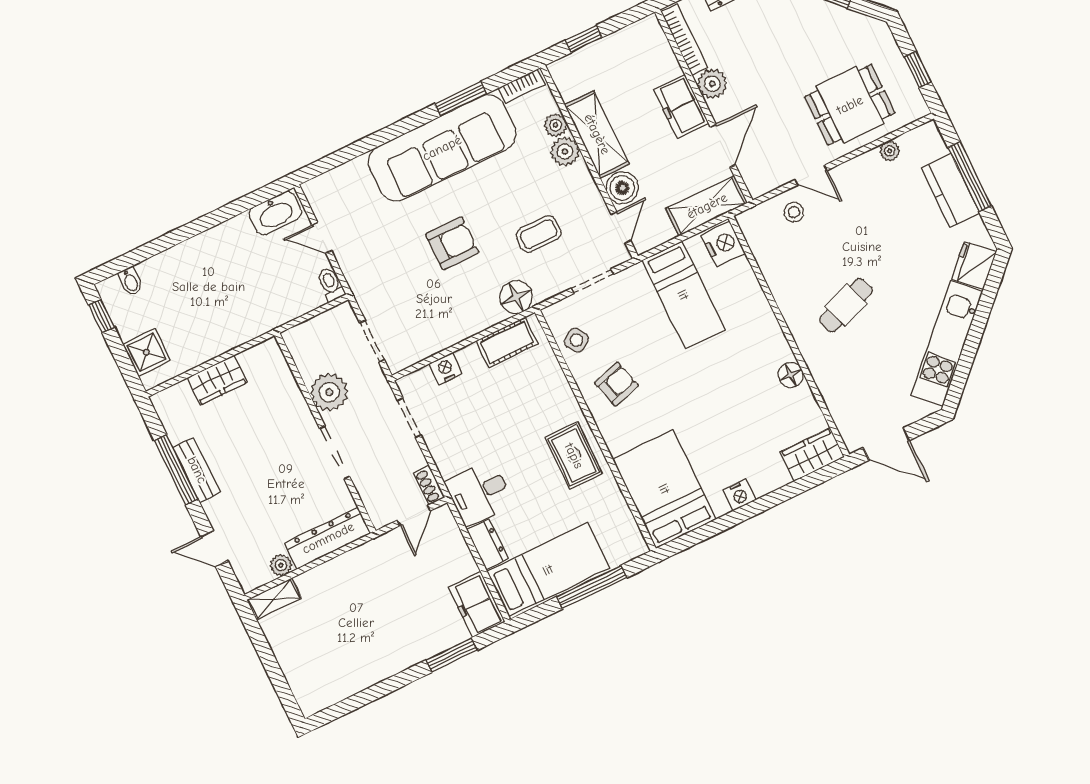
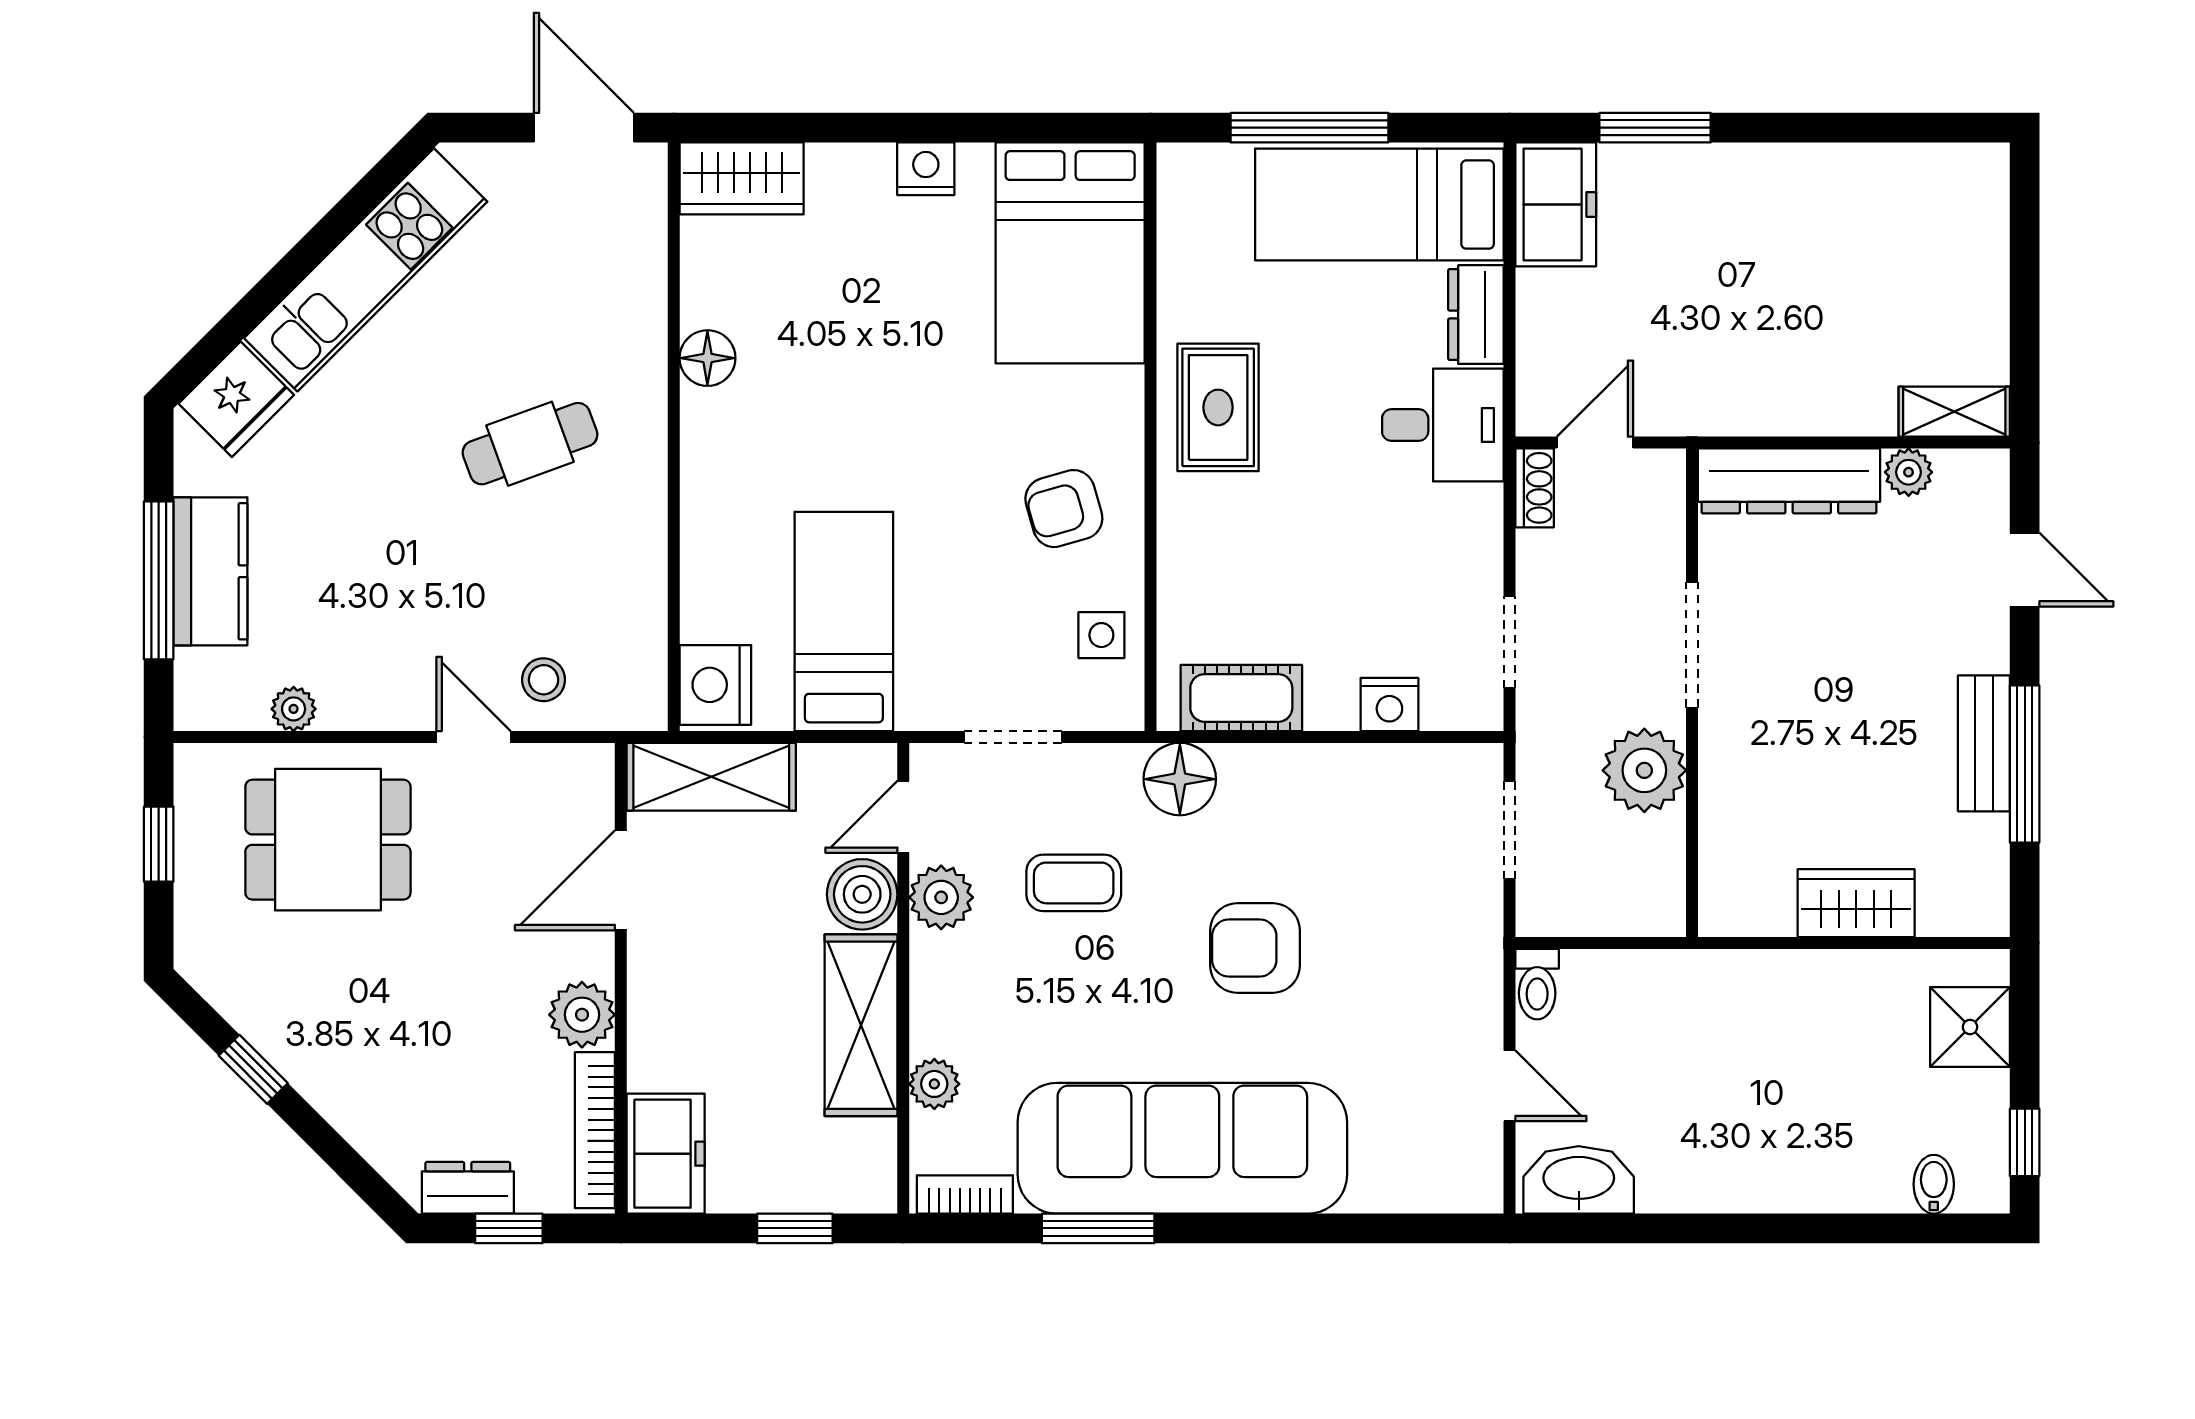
freezer: (681, 106) -> (666, 1154), moved
plant: (565, 151) -> (941, 897), moved
side table: (576, 340) -> (1101, 635), turned 35

